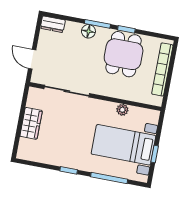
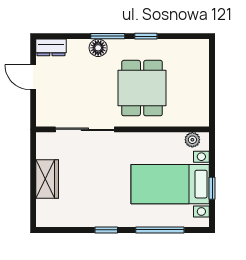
dining table: (124, 54) -> (142, 88), moved
door: (32, 59) -> (33, 77), moved
bookcase: (162, 69) -> (201, 79), removed
plant: (122, 110) -> (192, 140), moved

